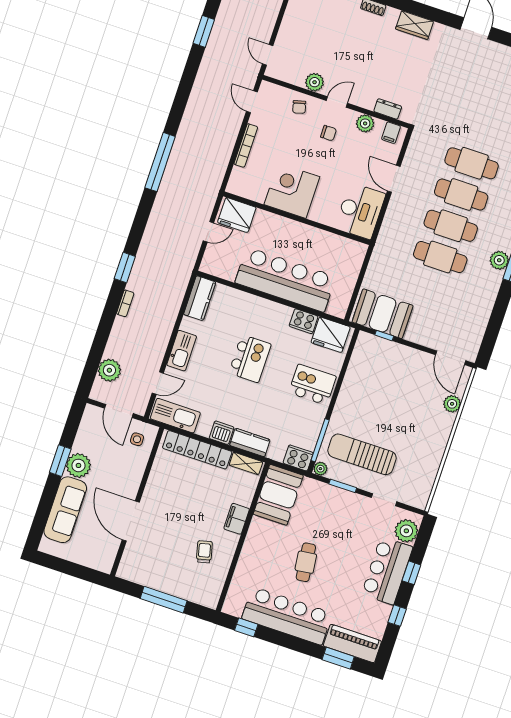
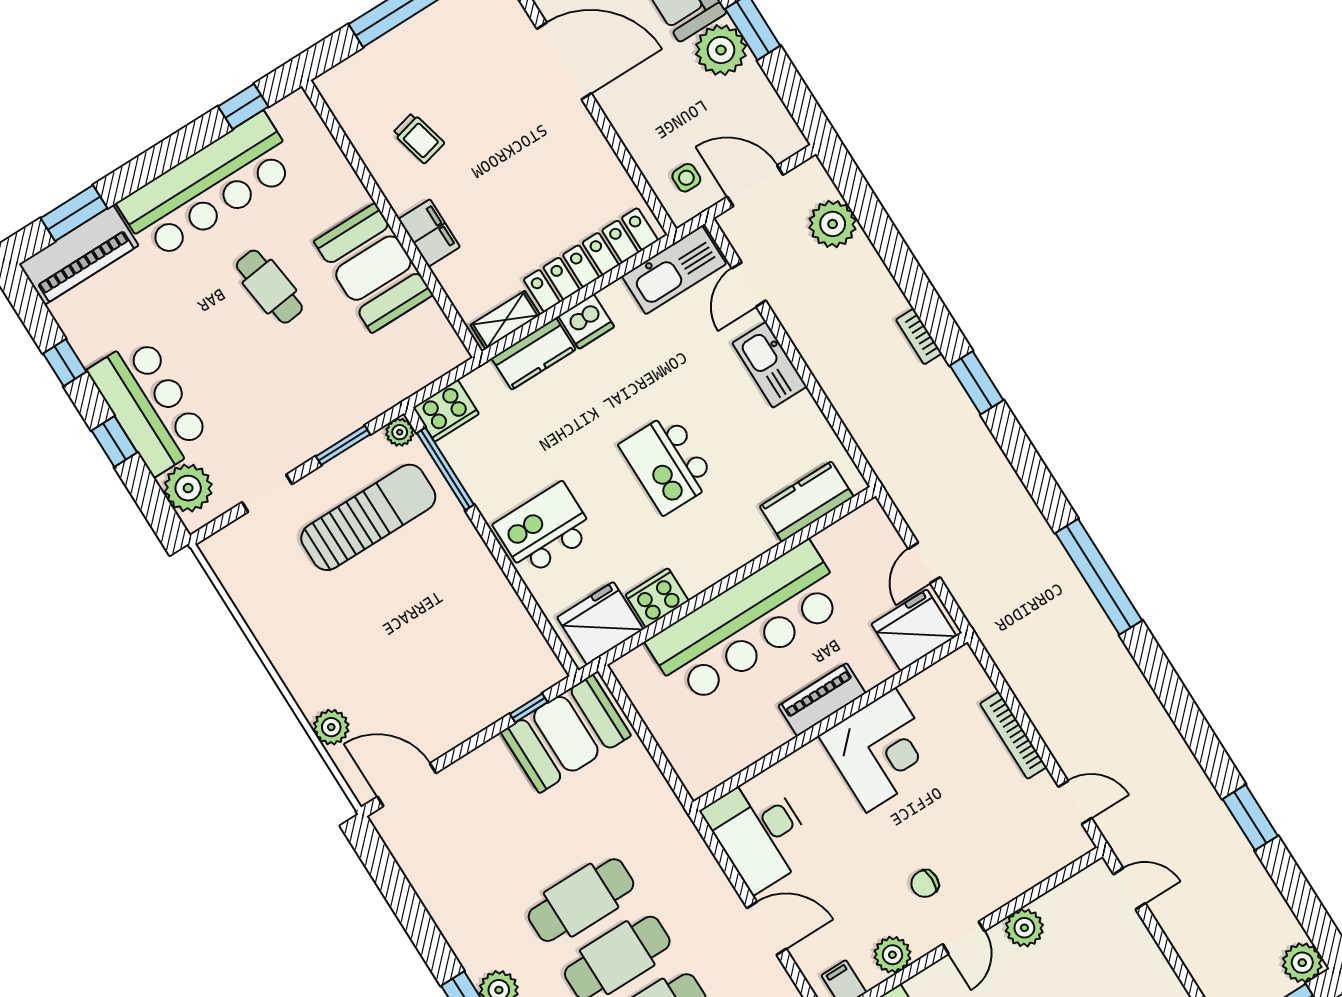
chair: (299, 107) -> (1005, 871), removed
piano: (291, 228) -> (822, 700), added
kitchen counter: (200, 298) -> (807, 502), moved, turned 90
kitchen island: (312, 385) -> (544, 529), turned 180
booth: (278, 495) -> (373, 268), moved

